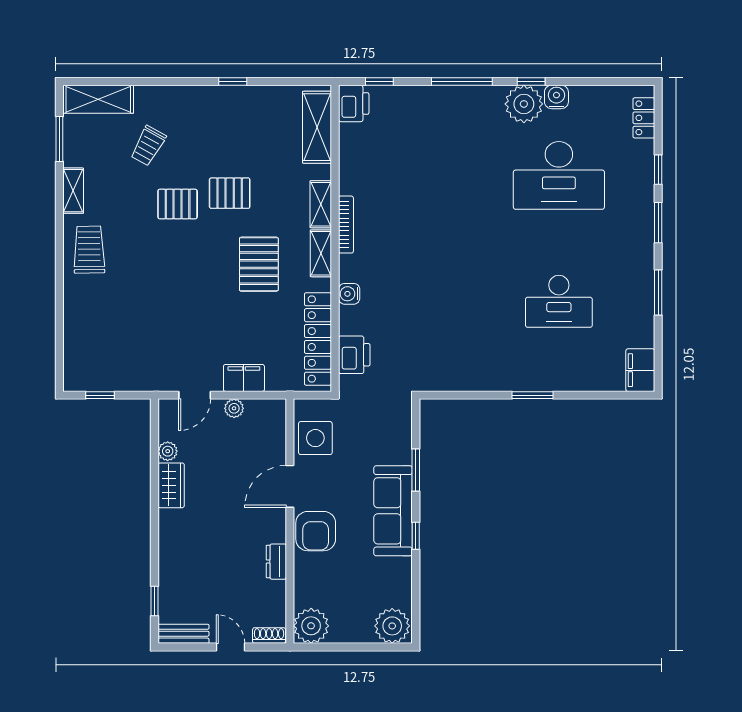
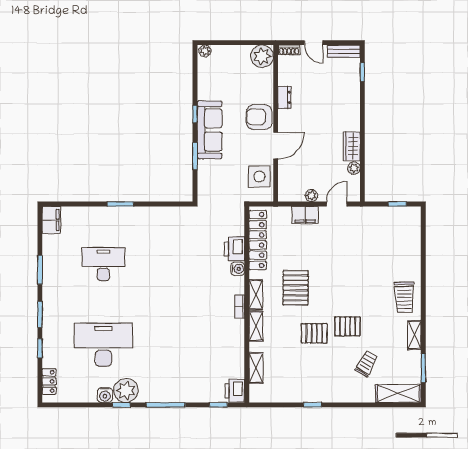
shelving: (317, 127) -> (256, 368), width x0.67, depth x0.75
bookcase: (346, 225) -> (240, 307), width x0.64
printer: (354, 355) -> (234, 249), moved
armchair: (316, 531) -> (259, 117), turned -90
plant: (392, 626) -> (205, 51), width x0.53, depth x0.53

